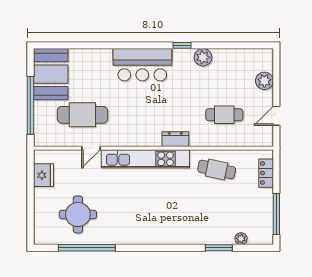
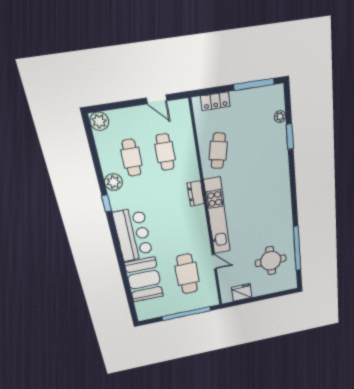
booth: (51, 74) -> (144, 280), moved, turned 90
cafe table: (224, 80) -> (131, 158), added
plant: (264, 81) -> (99, 121), moved

